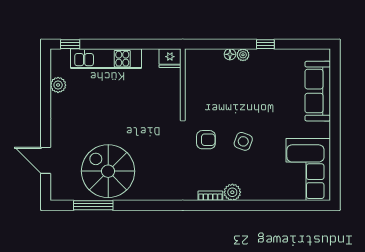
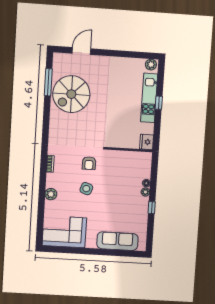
window: (70, 44) -> (159, 103), moved
plant: (58, 85) -> (151, 65), moved
spiral stairs: (108, 171) -> (71, 94), turned 180
plant: (232, 192) -> (51, 194), moved

